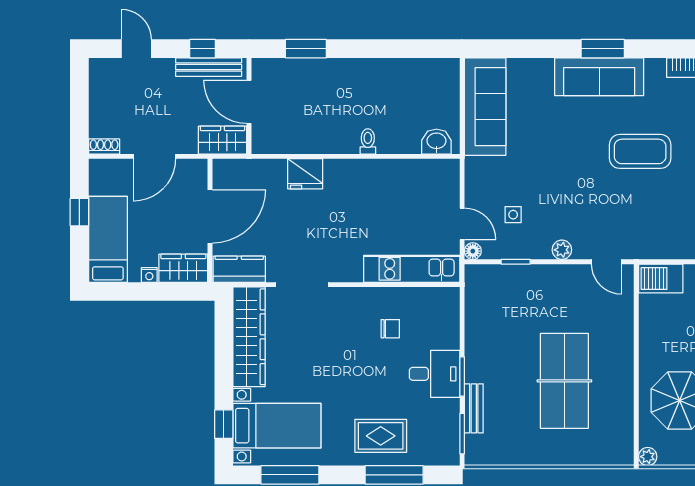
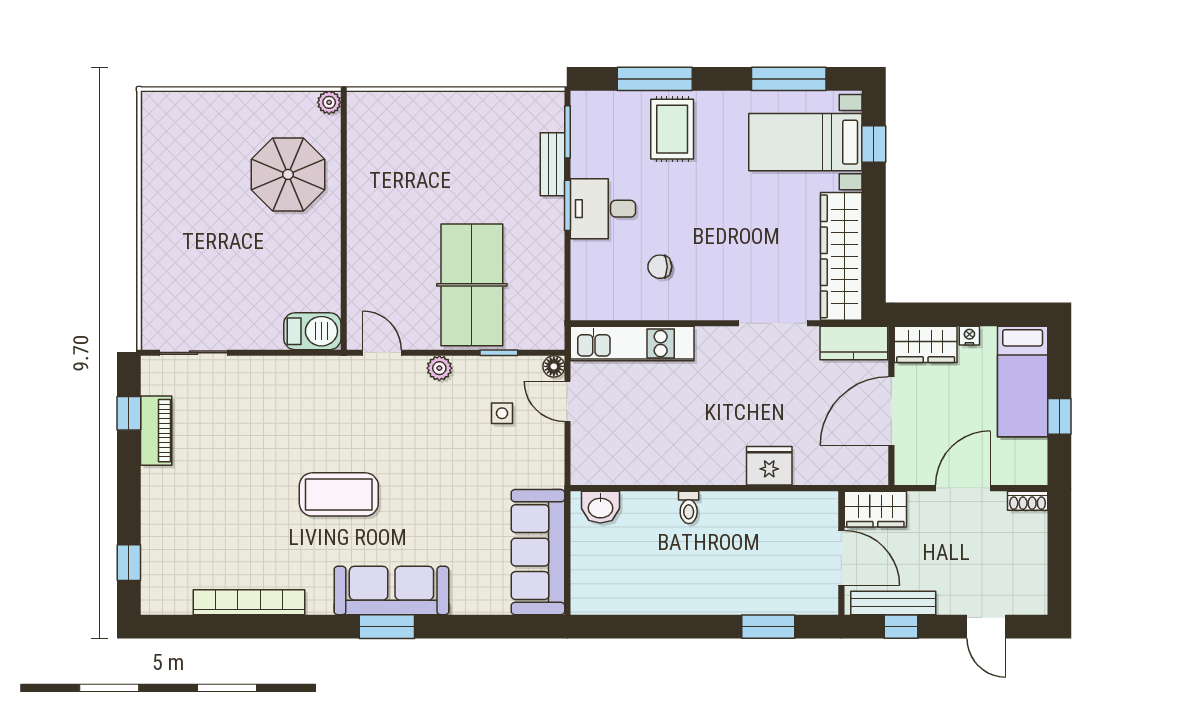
table tennis table: (564, 381) -> (472, 285), moved
rug: (381, 436) -> (672, 129), turned 90

